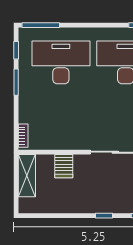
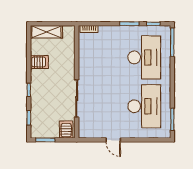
server rack: (64, 166) -> (39, 62), moved, turned 180
shelving: (27, 176) -> (46, 32), moved

